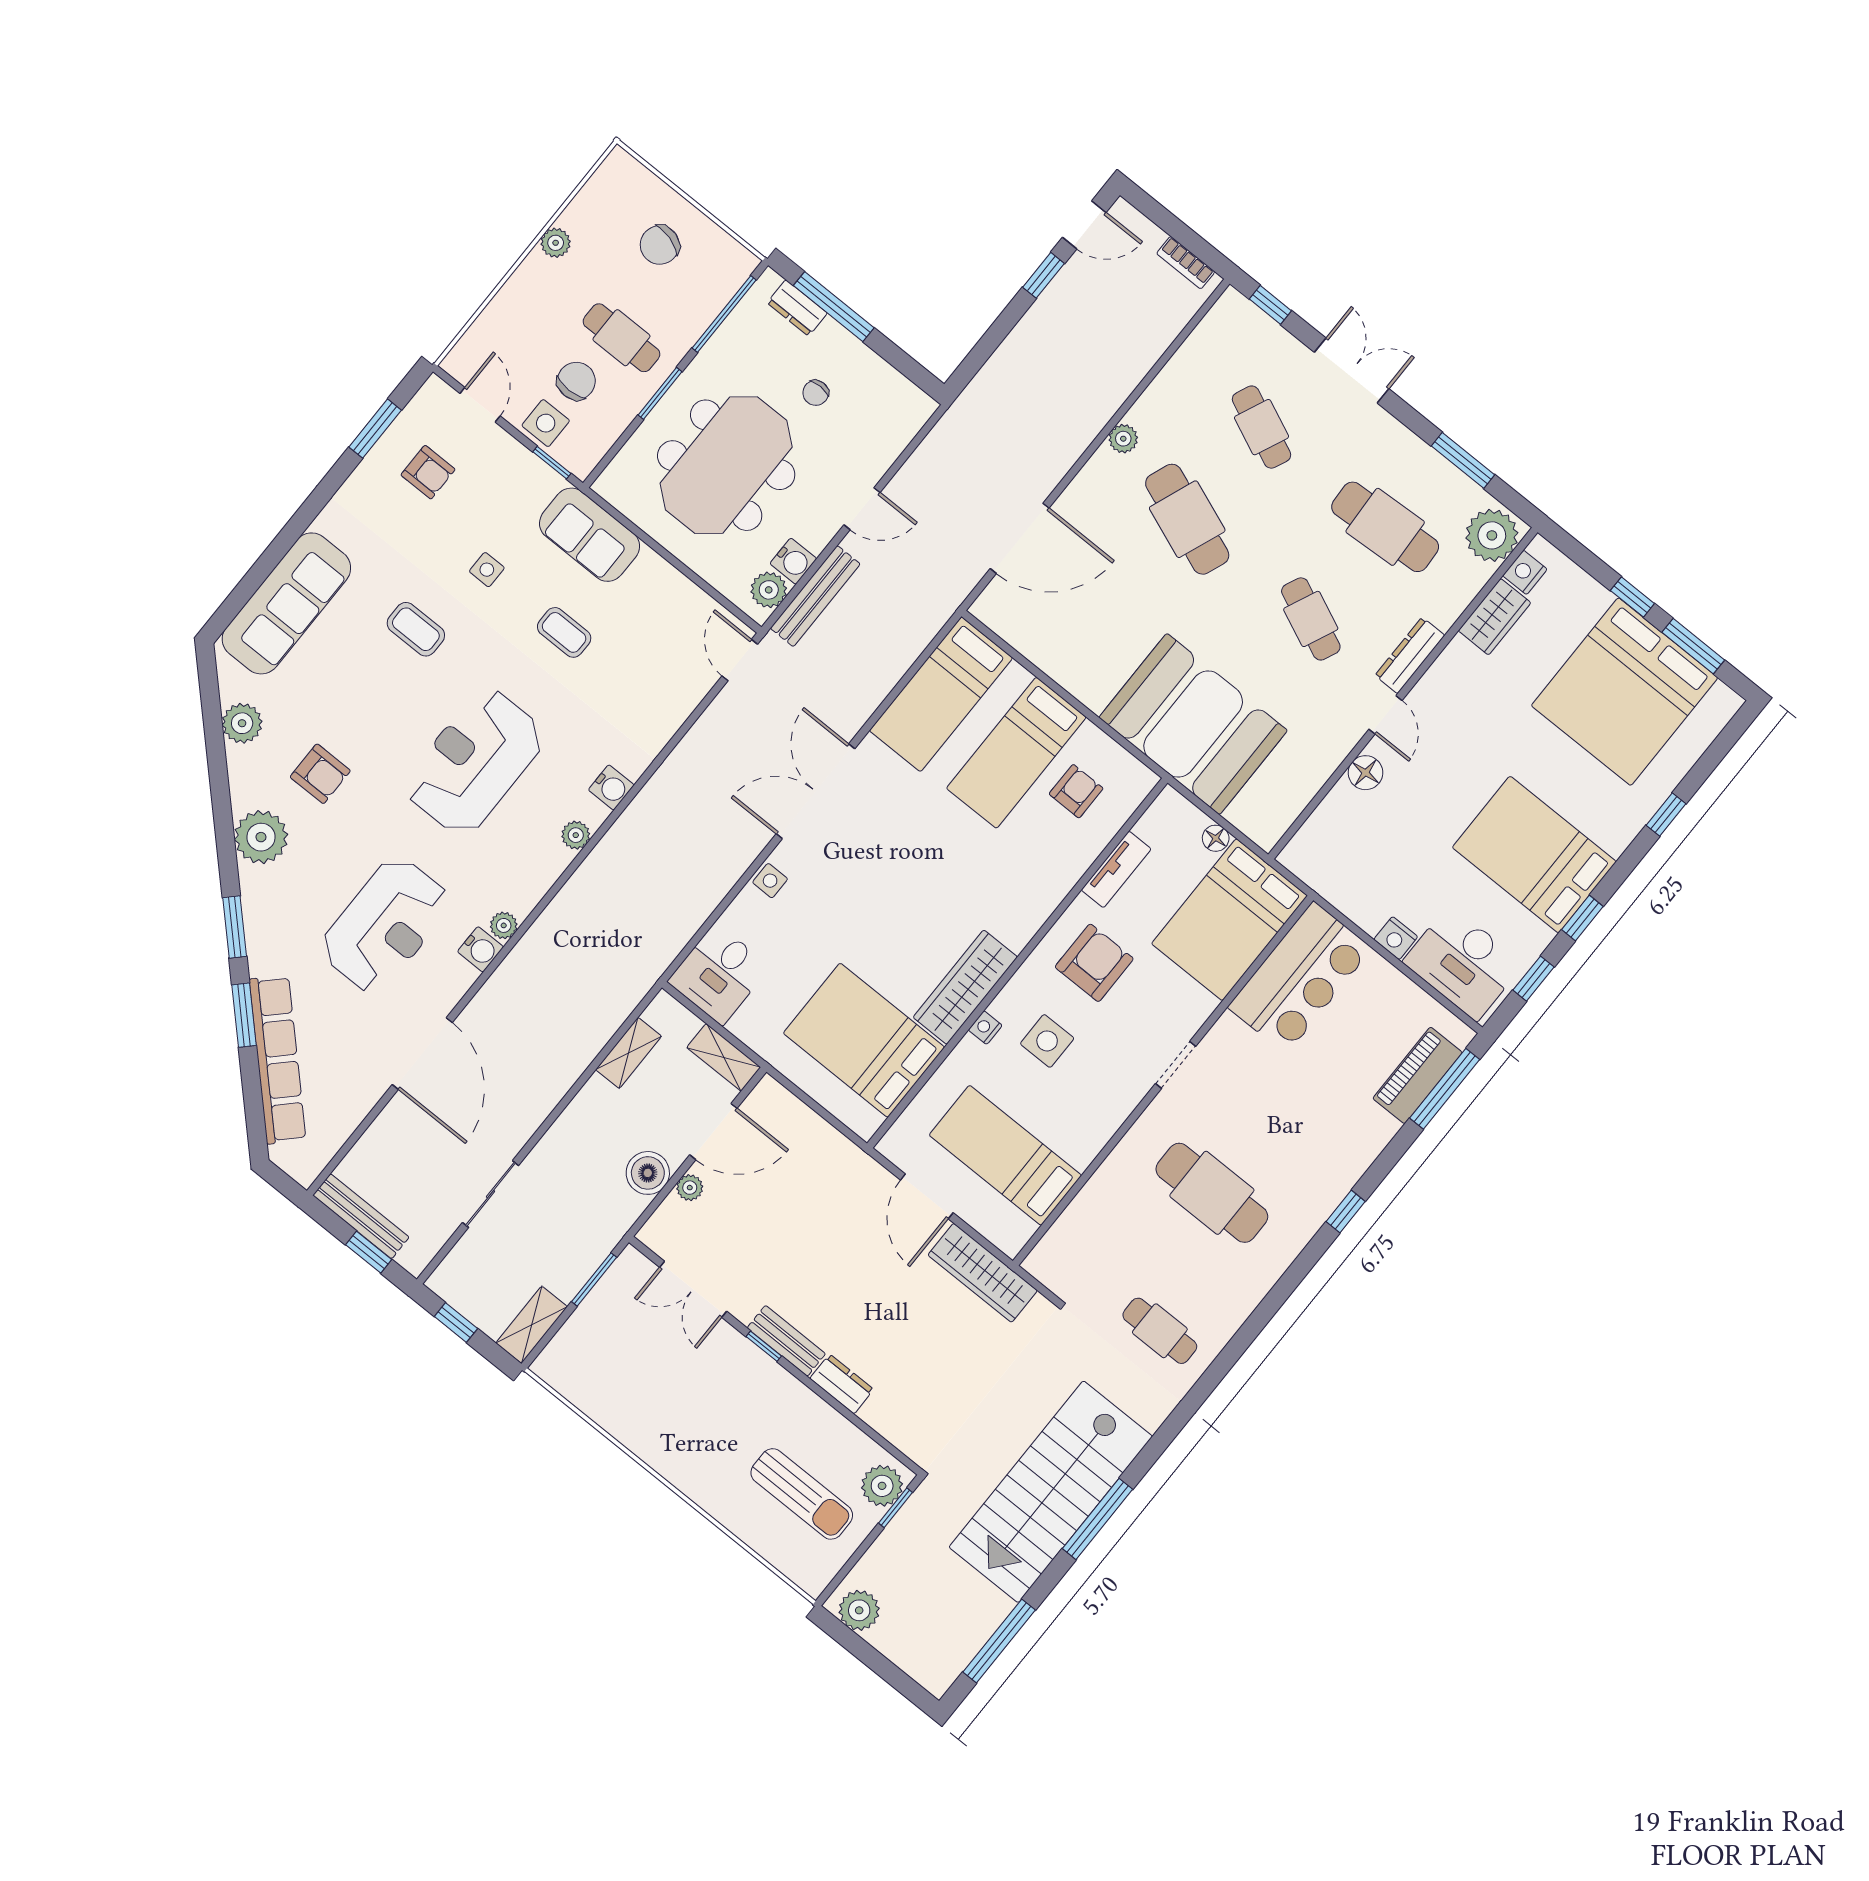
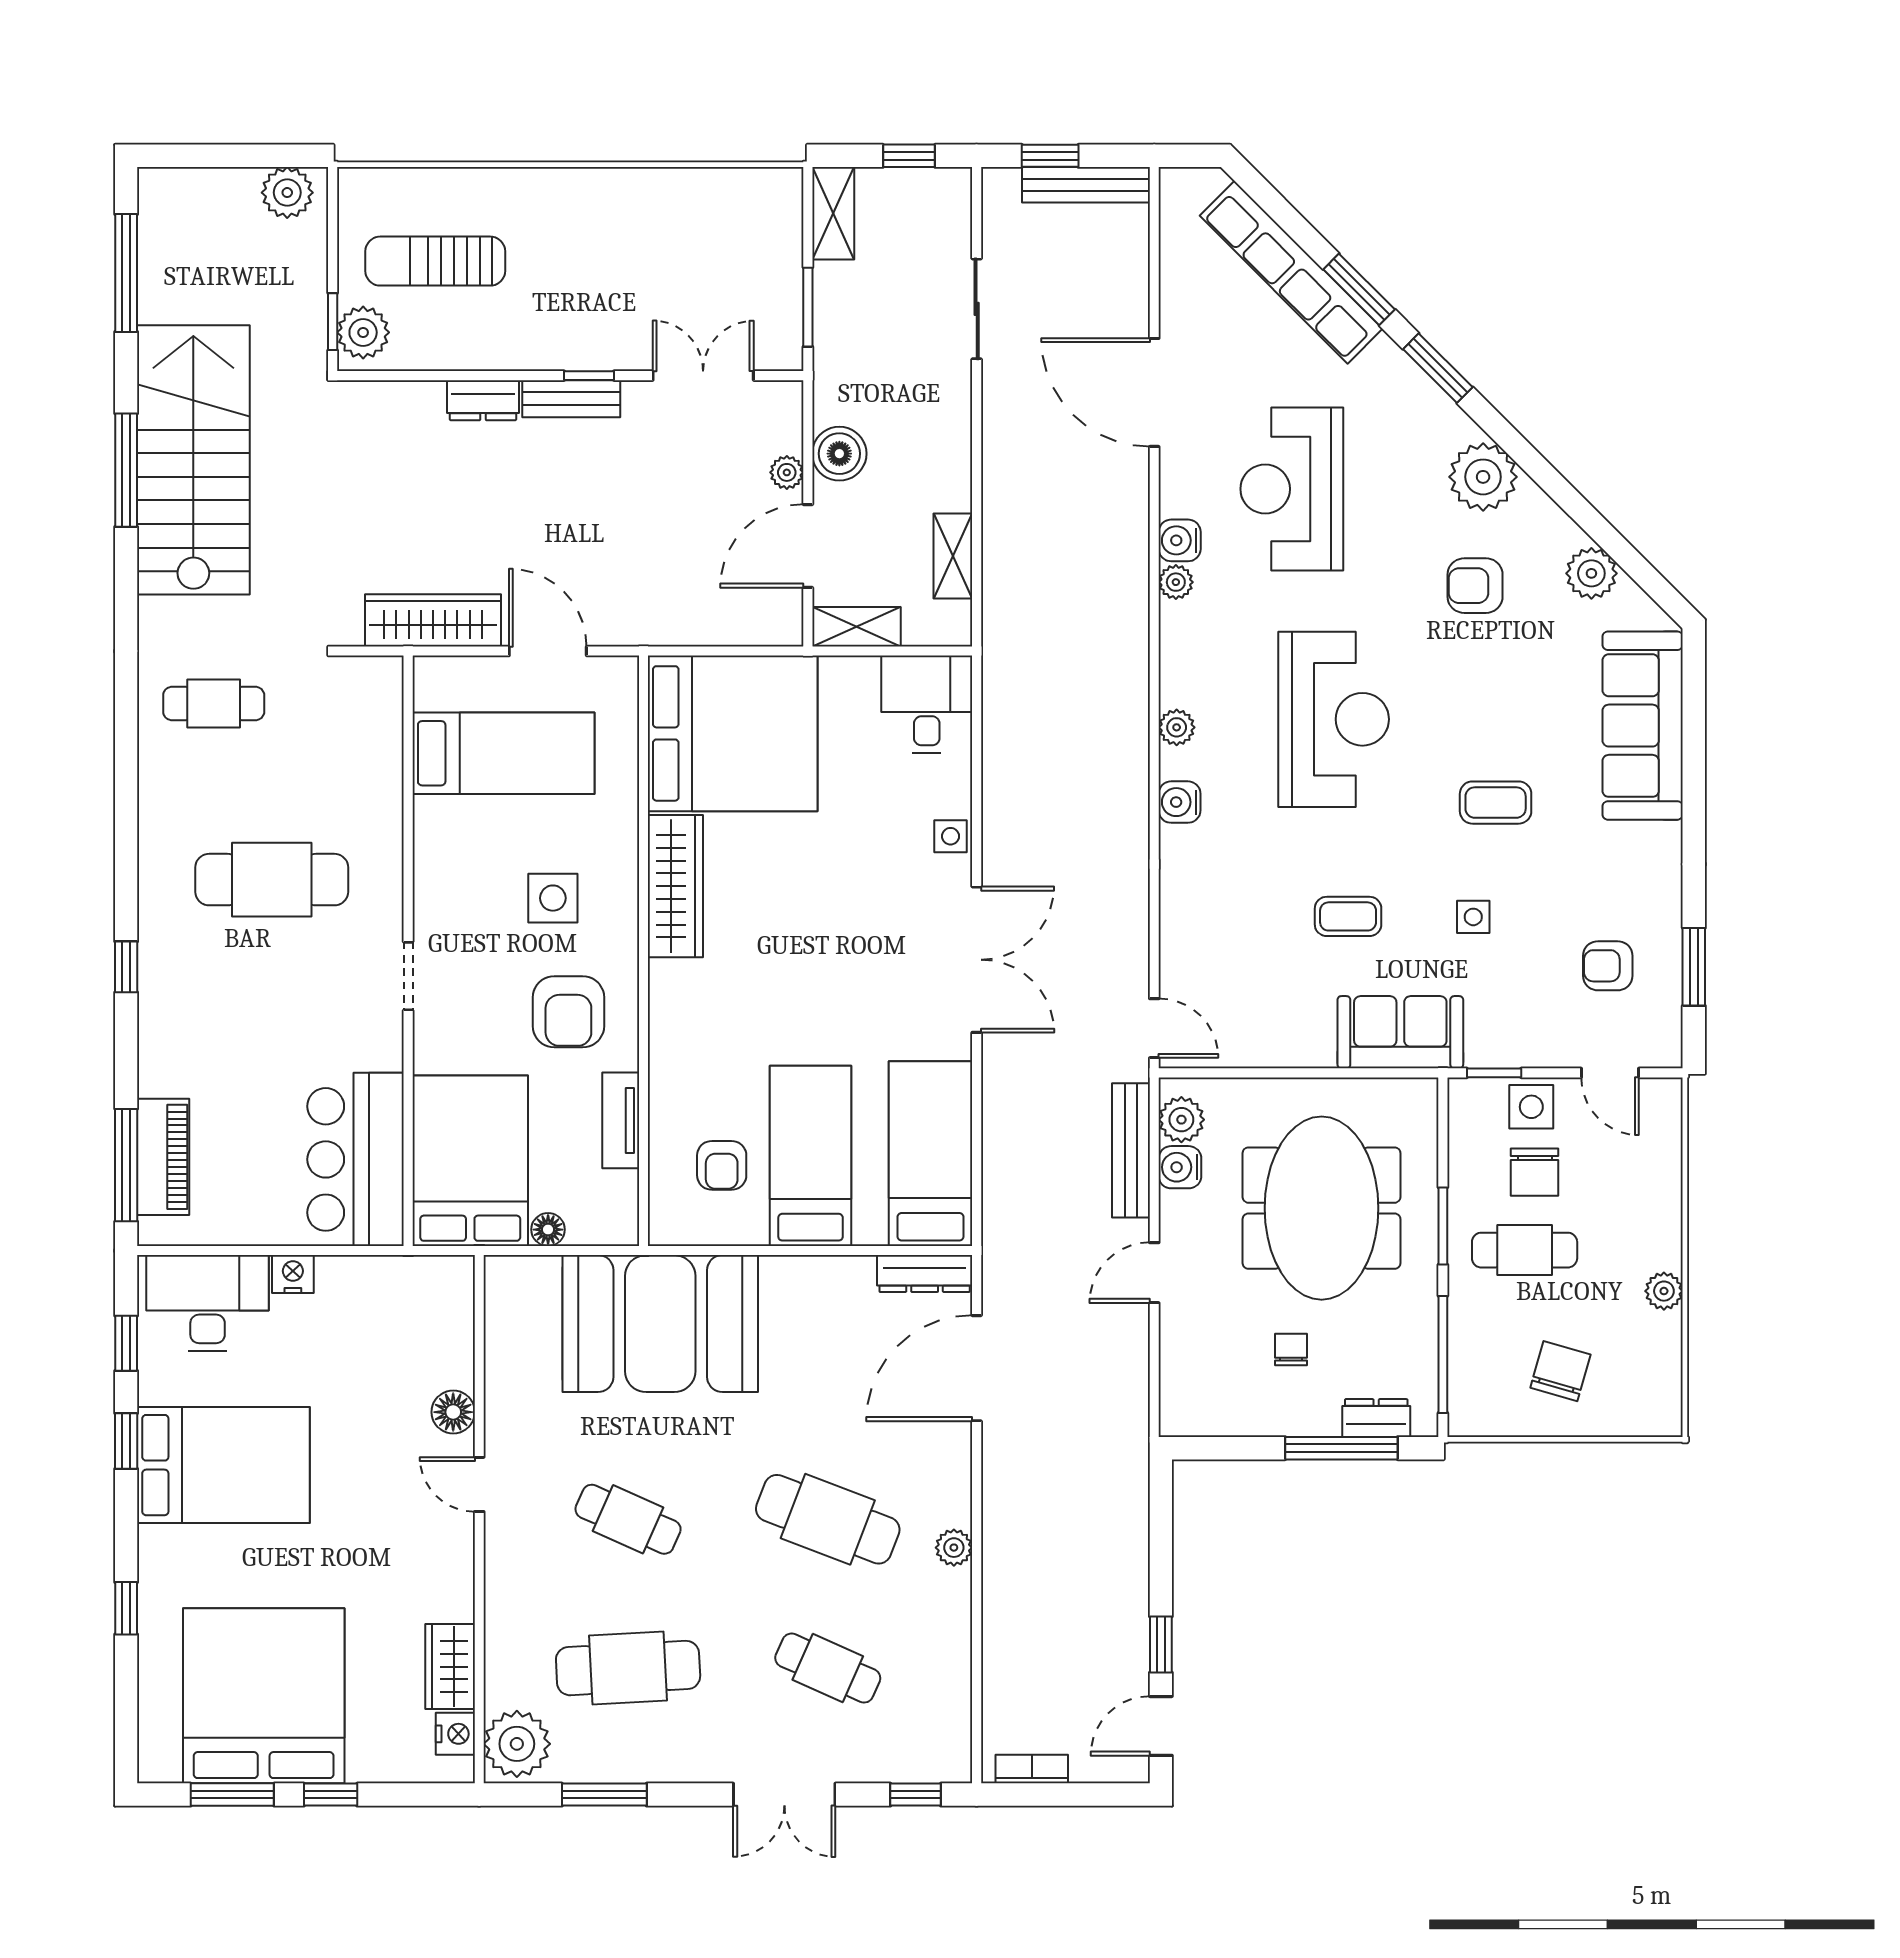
dresser: (1410, 655) -> (925, 1274), moved, turned 90
nightstand: (985, 1028) -> (624, 862), removed
bed: (864, 1040) -> (733, 733), width x1.36

